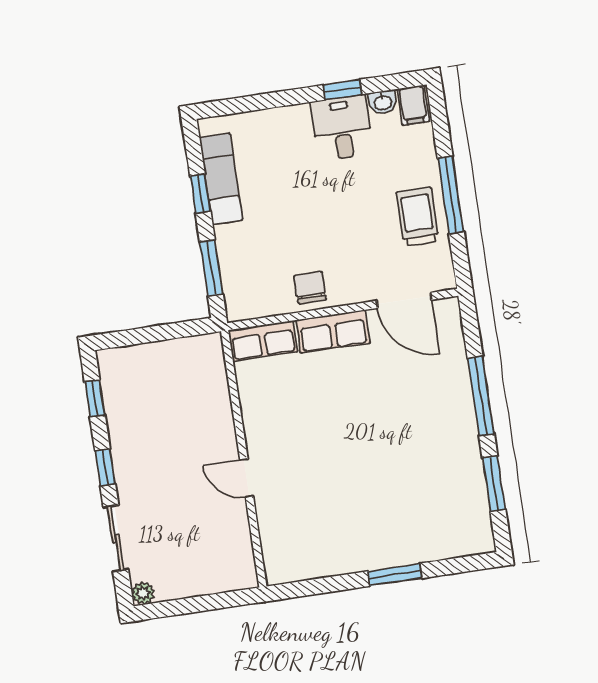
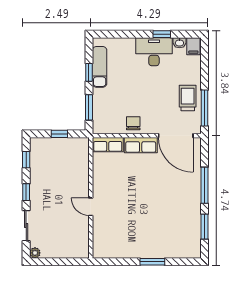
desk: (342, 128) -> (154, 52), width x1.37
window: (451, 195) -> (205, 108), moved
door: (404, 300) -> (176, 136), width x1.36
window: (157, 333) -> (59, 134), added

